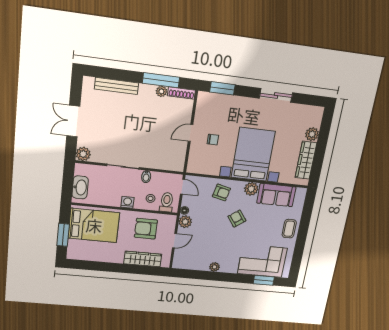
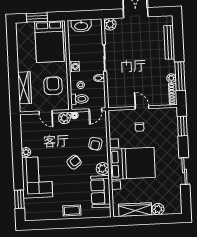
corner sofa: (262, 261) -> (37, 177), moved

